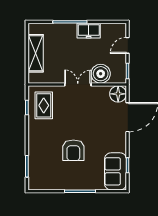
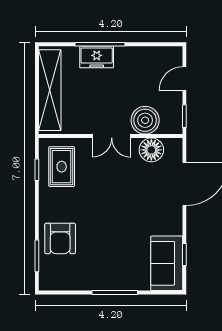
freezer: (89, 31) -> (97, 57), moved
shelving: (36, 53) -> (50, 90), width x1.47
double door: (78, 84) -> (112, 136), swing flipped
floor lamp: (118, 94) -> (151, 150), moved
armchair: (73, 150) -> (60, 238), moved

